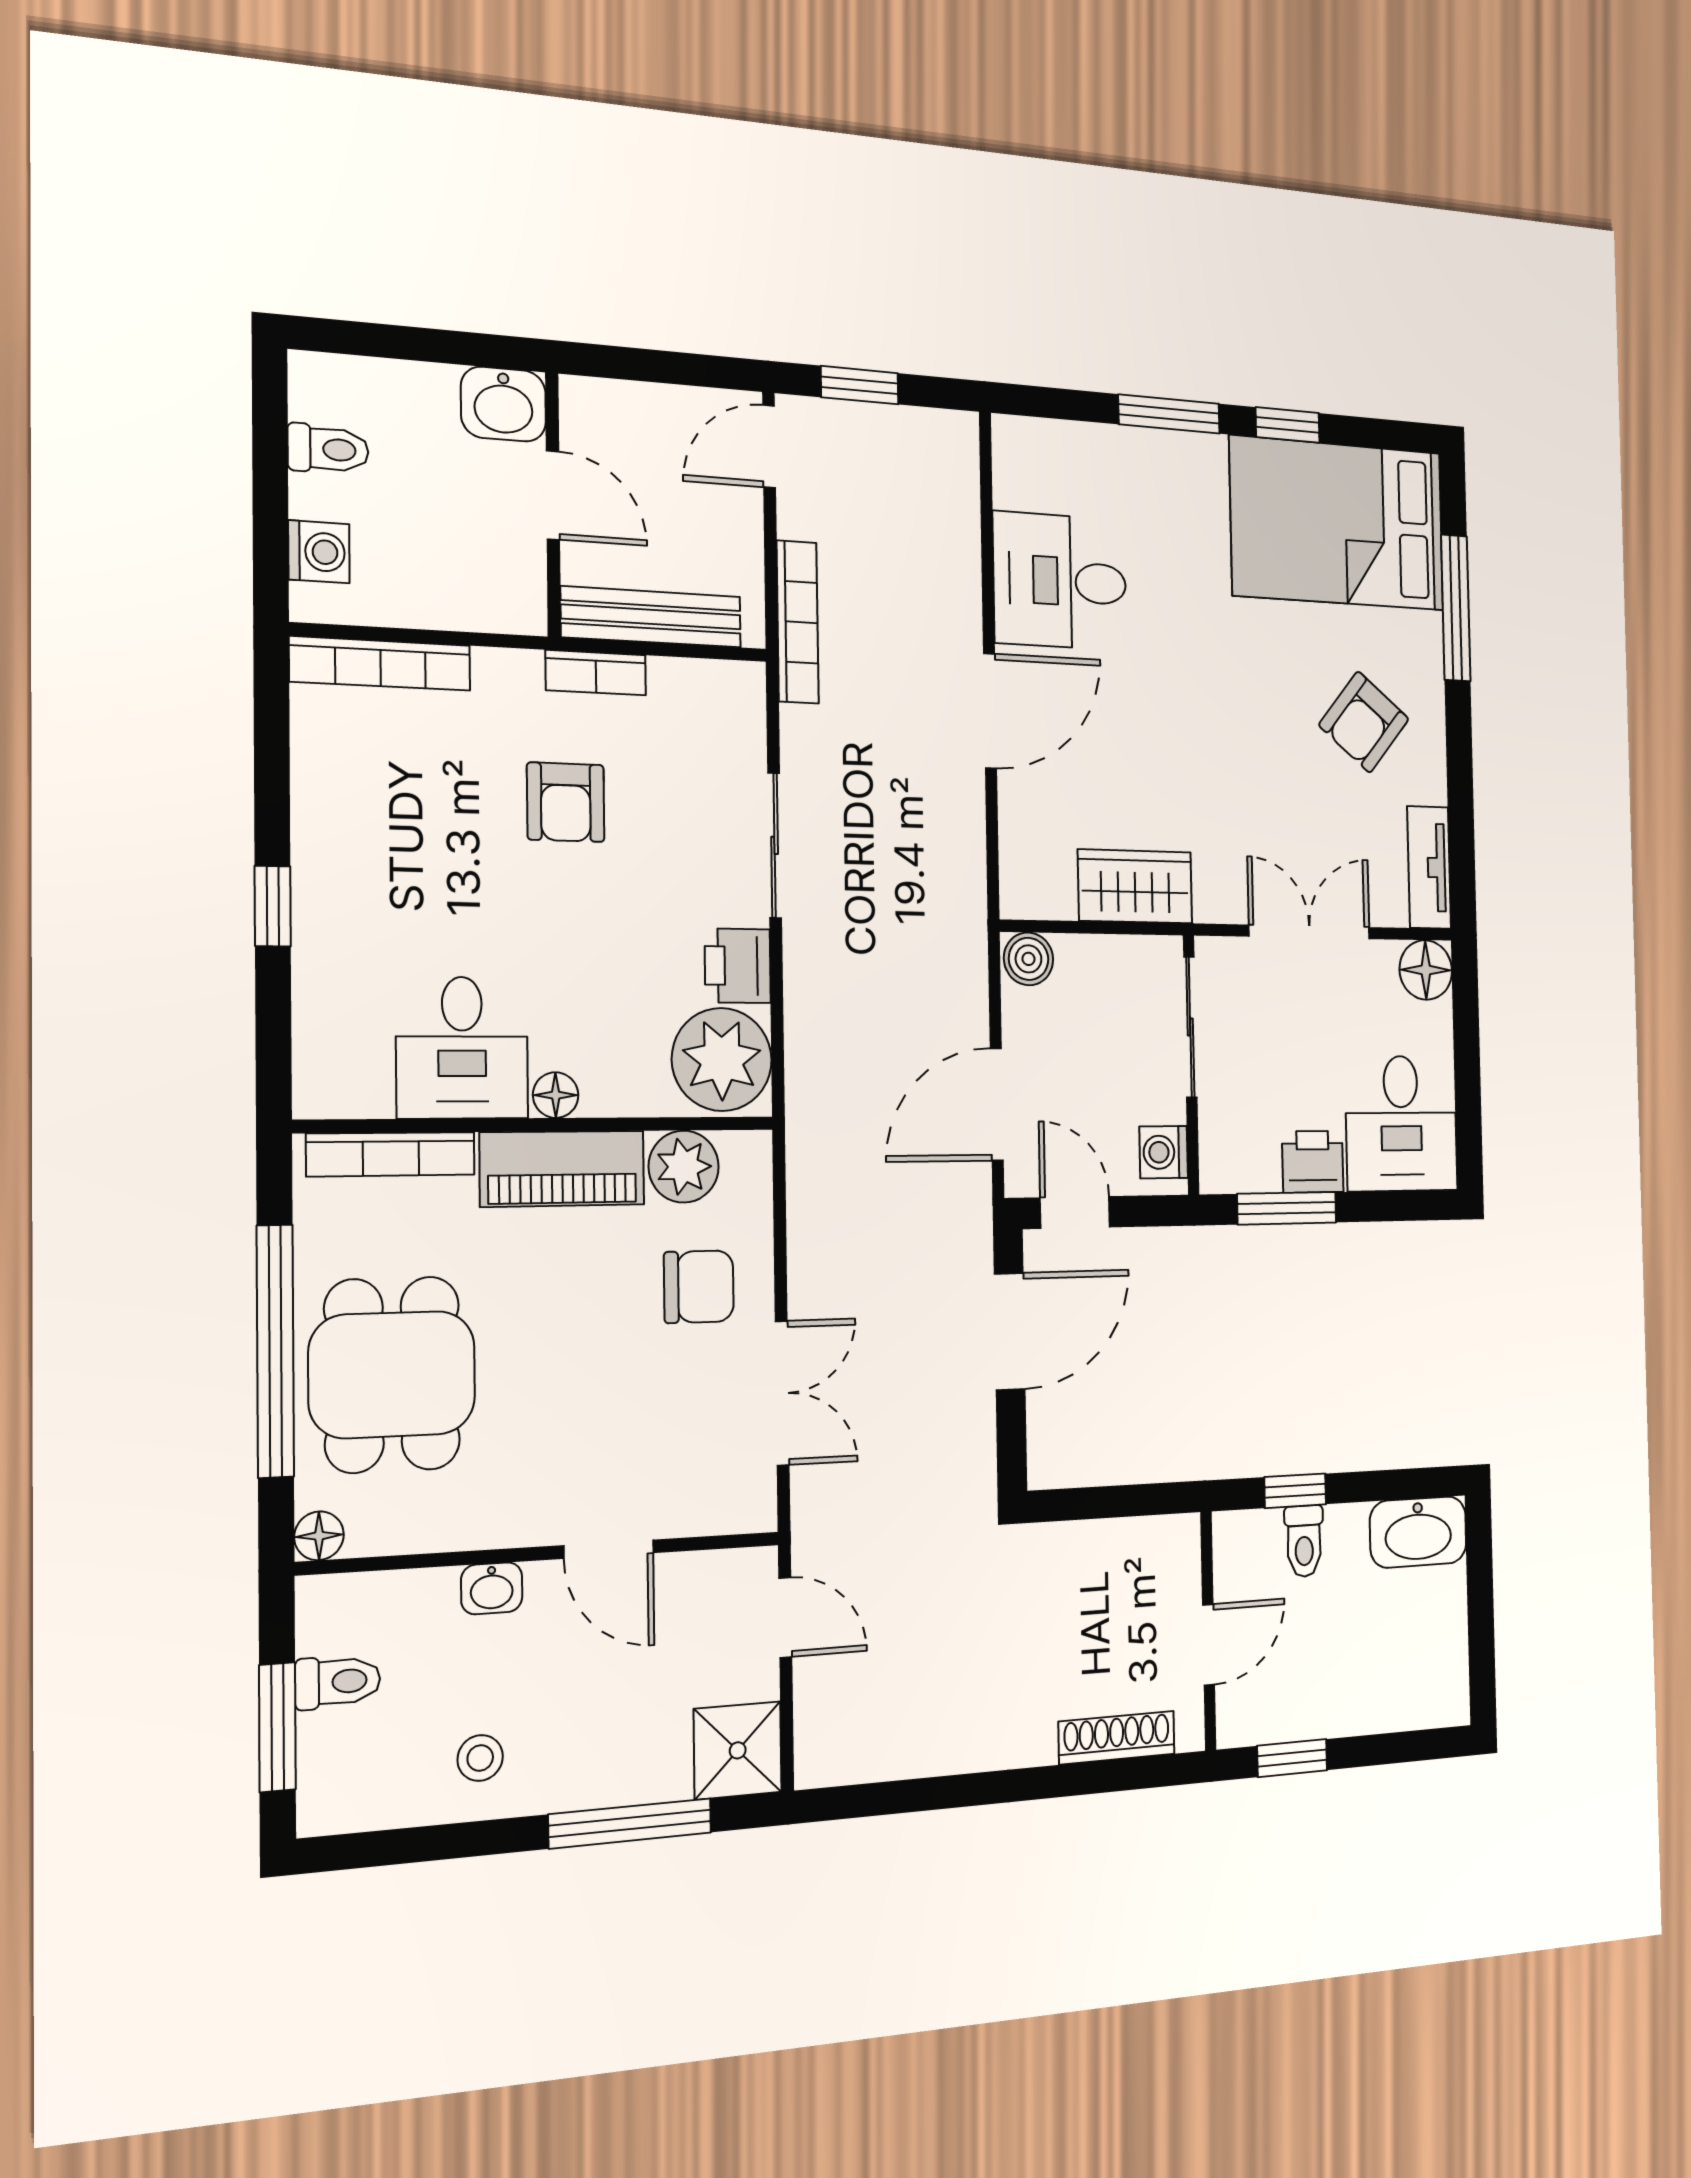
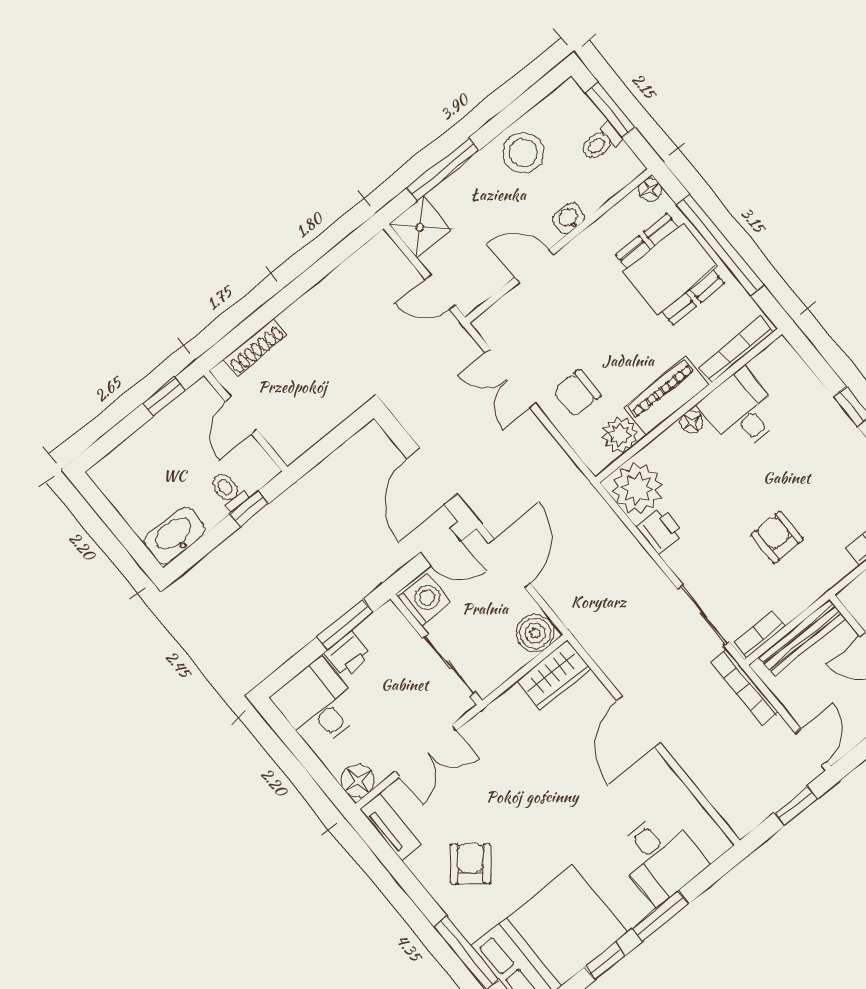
desk: (1060, 581) -> (660, 857), moved, turned 90
bookcase: (596, 673) -> (760, 634), moved
sliding door: (775, 845) -> (704, 615), moved
wardrobe: (1135, 886) -> (554, 675), moved
boiler: (1028, 959) -> (535, 633), width x1.36, depth x1.36
washing machine: (1164, 1152) -> (424, 600), width x1.38, depth x1.38
stool: (480, 1758) -> (523, 153), width x1.89, depth x1.89

